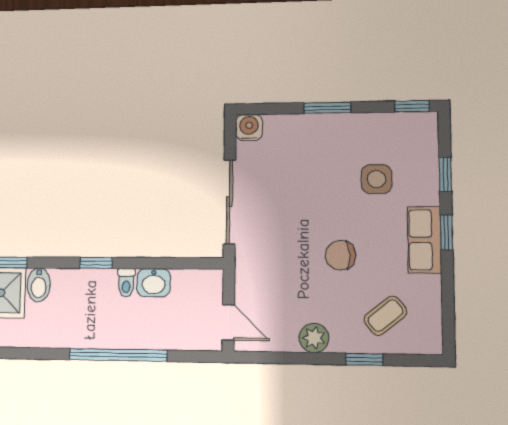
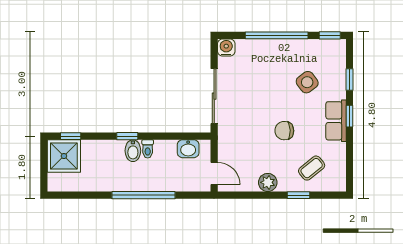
window: (327, 108) -> (277, 35), width x2.11
side table: (377, 179) -> (307, 82), turned -37
washbasin: (154, 283) -> (188, 149), moved
bidet: (39, 285) -> (133, 151), moved

